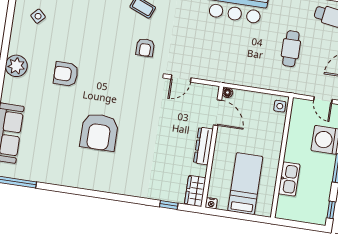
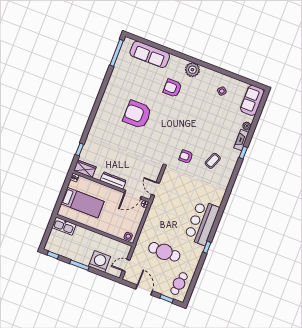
cafe table: (291, 49) -> (164, 252), width x1.37, depth x1.35
armchair: (66, 74) -> (172, 88), moved, turned -90
door: (181, 79) -> (155, 189), moved
kitchen sink: (289, 179) -> (64, 226), moved

